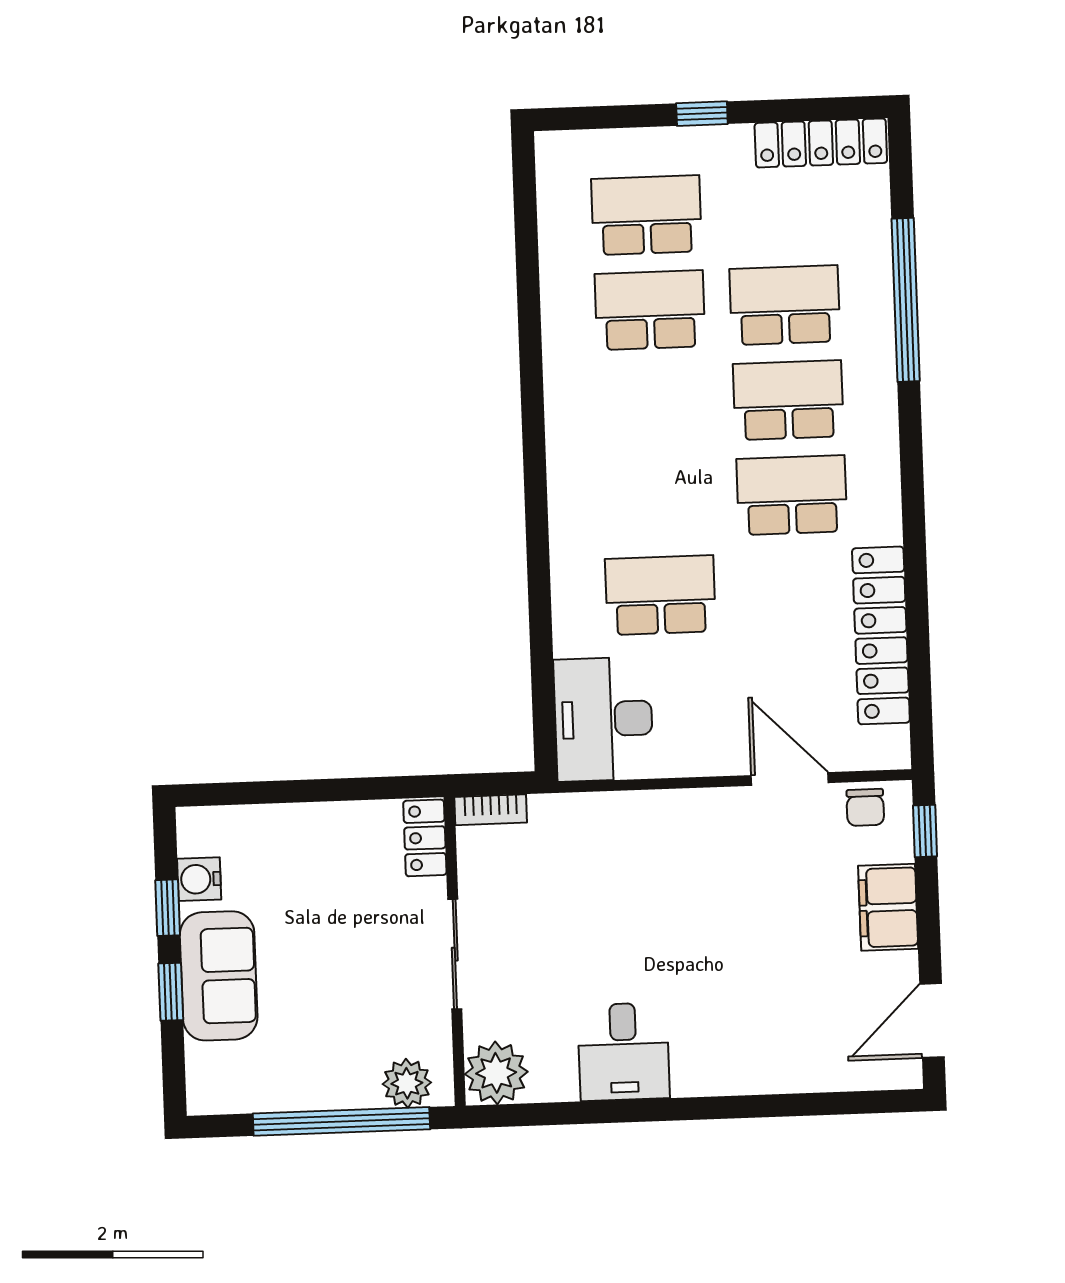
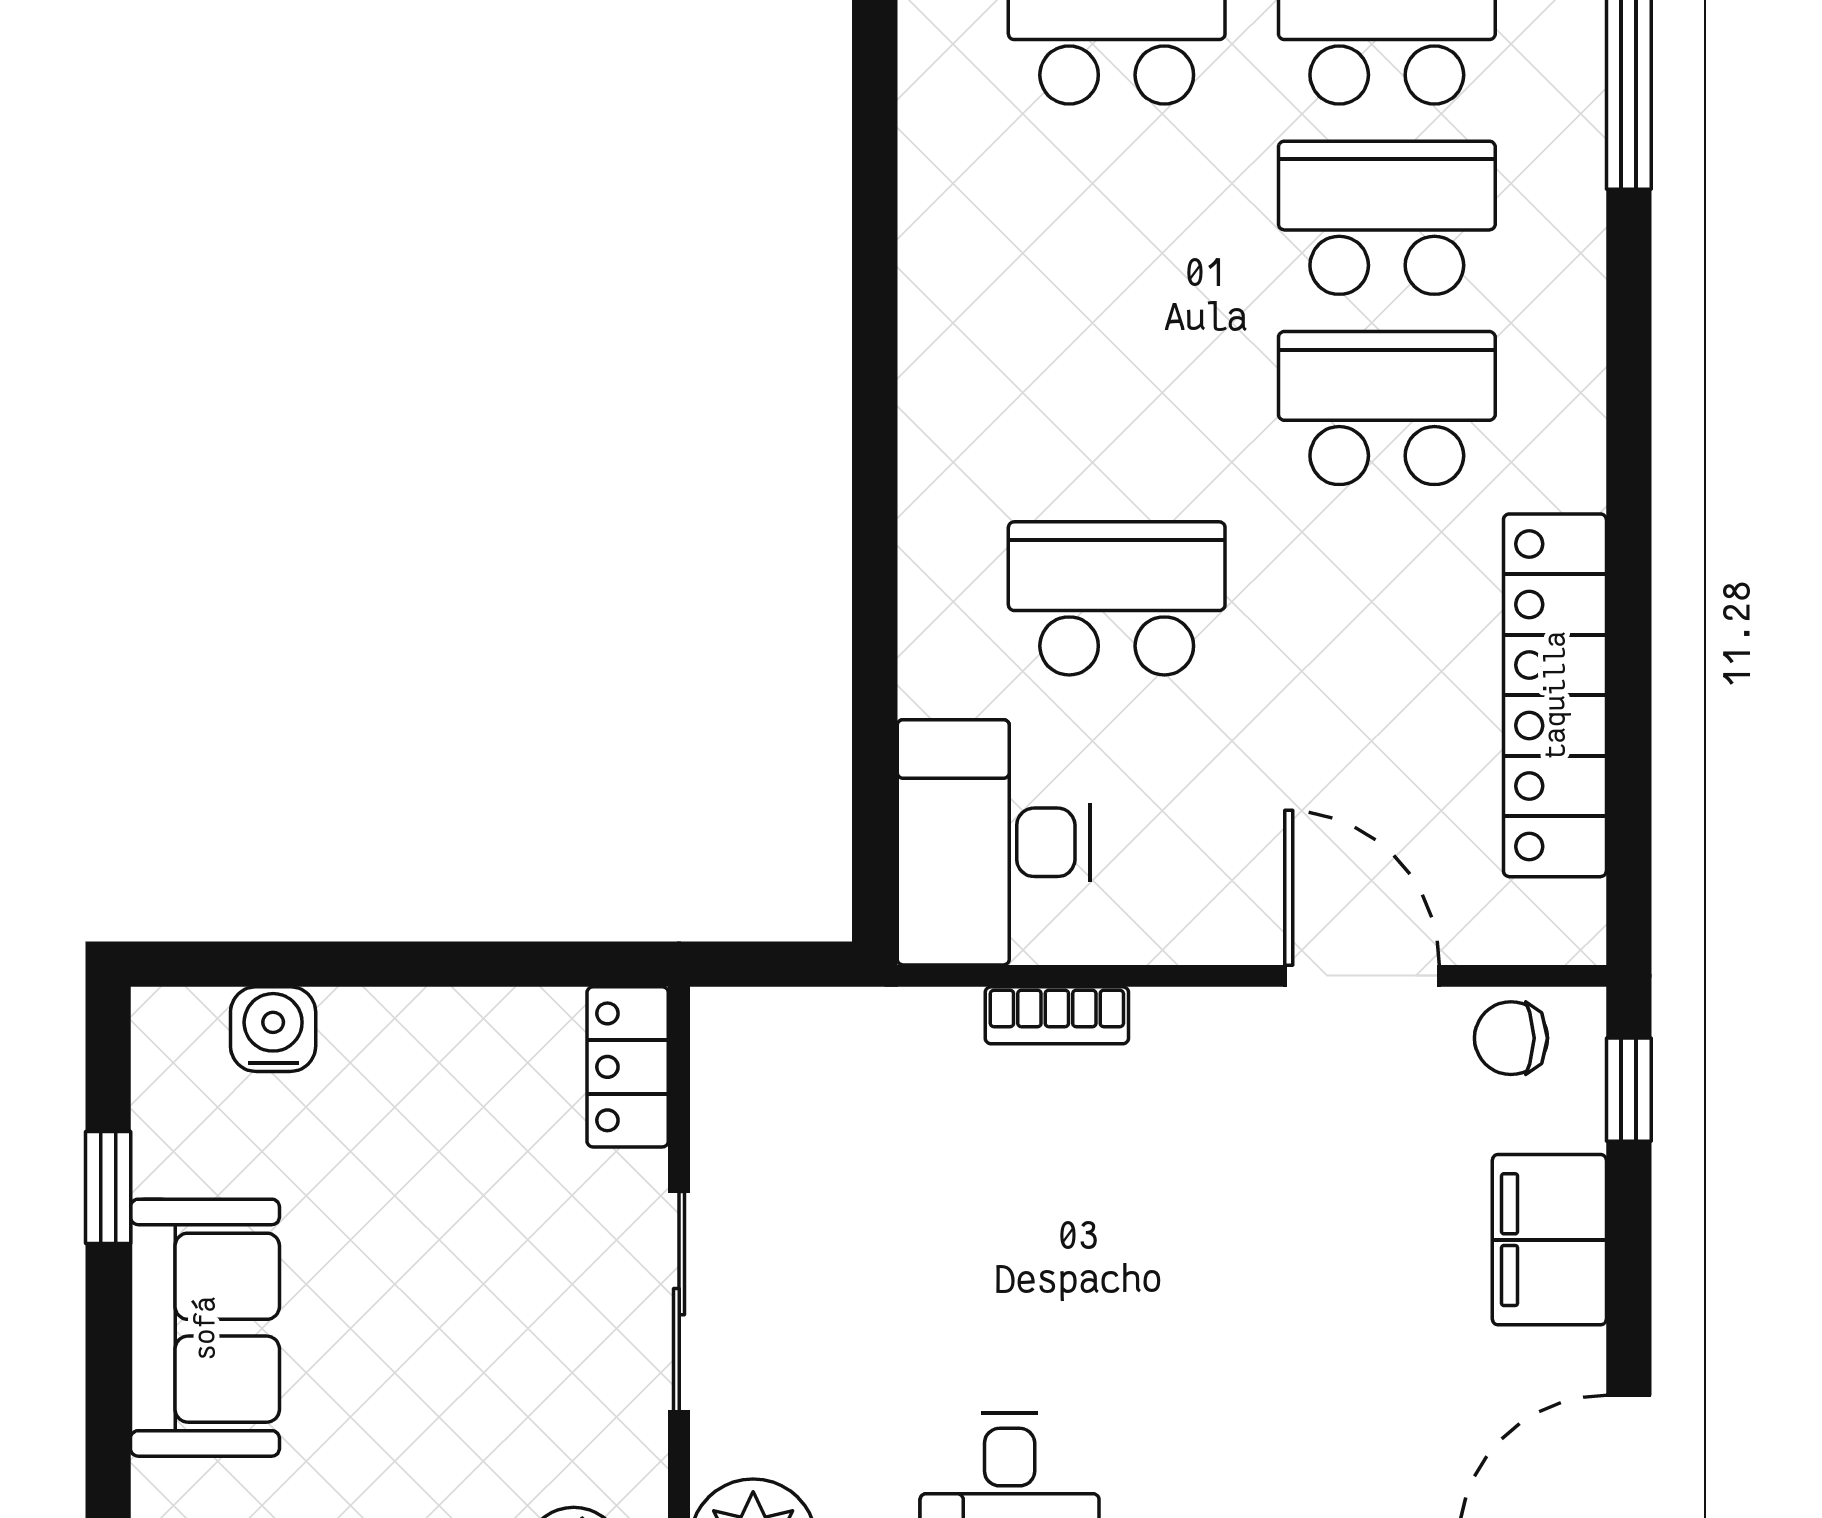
chair: (865, 807) -> (1511, 1038), turned 90
bookcase: (491, 810) -> (1057, 1015), moved
water cooler: (199, 879) -> (273, 1029), moved, turned 90
window: (171, 992) -> (108, 1356), removed

